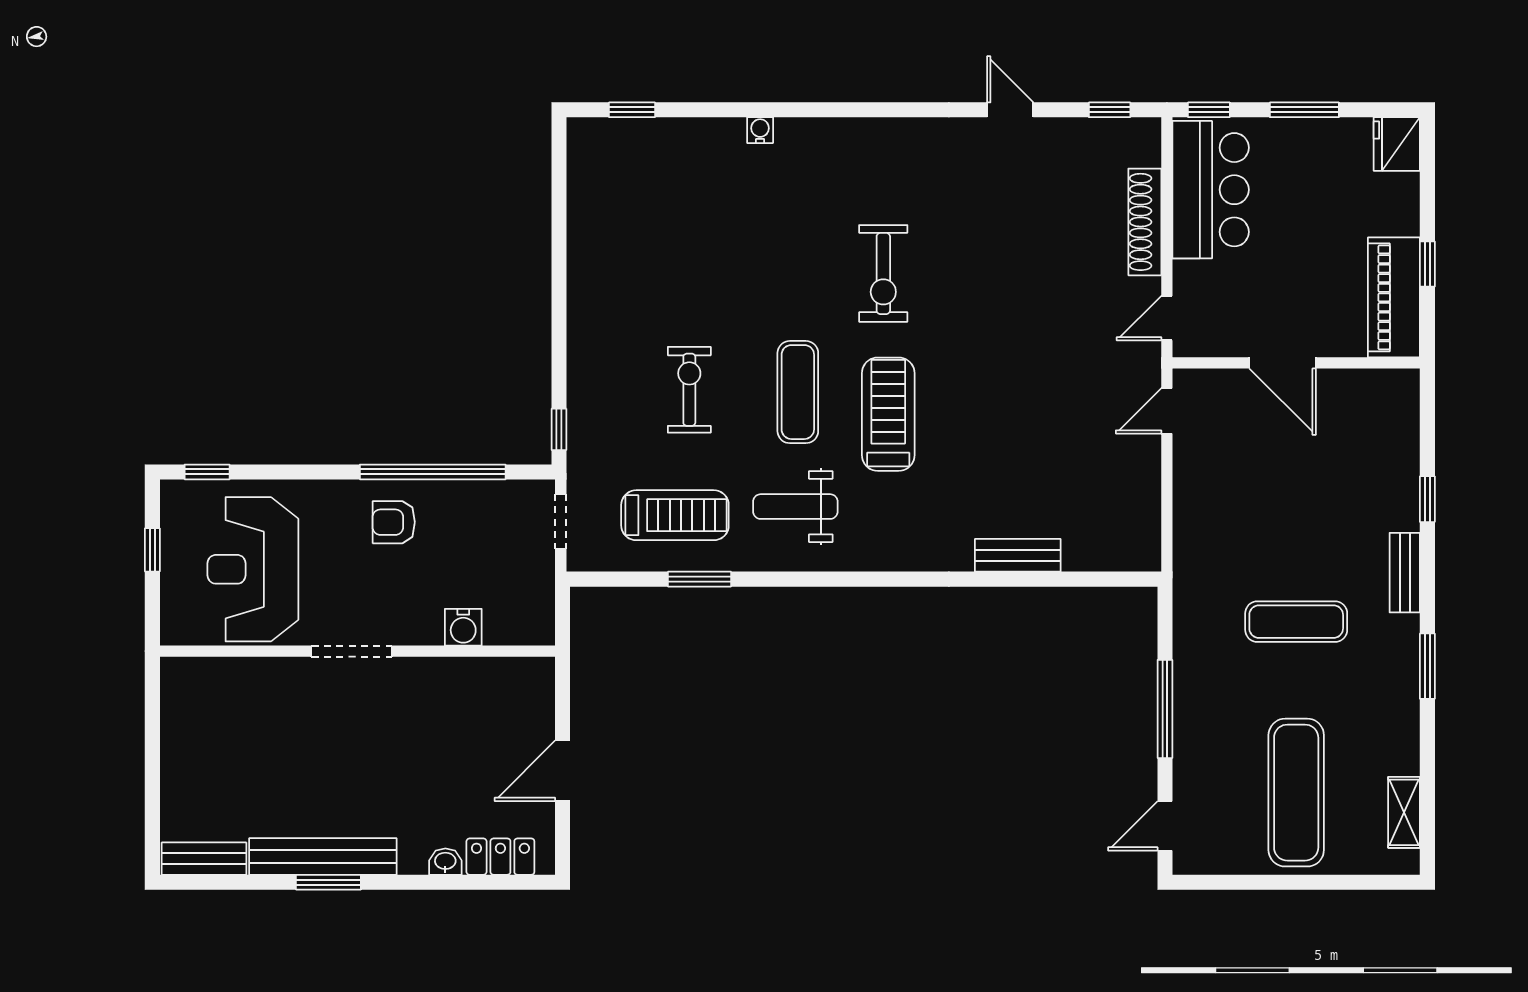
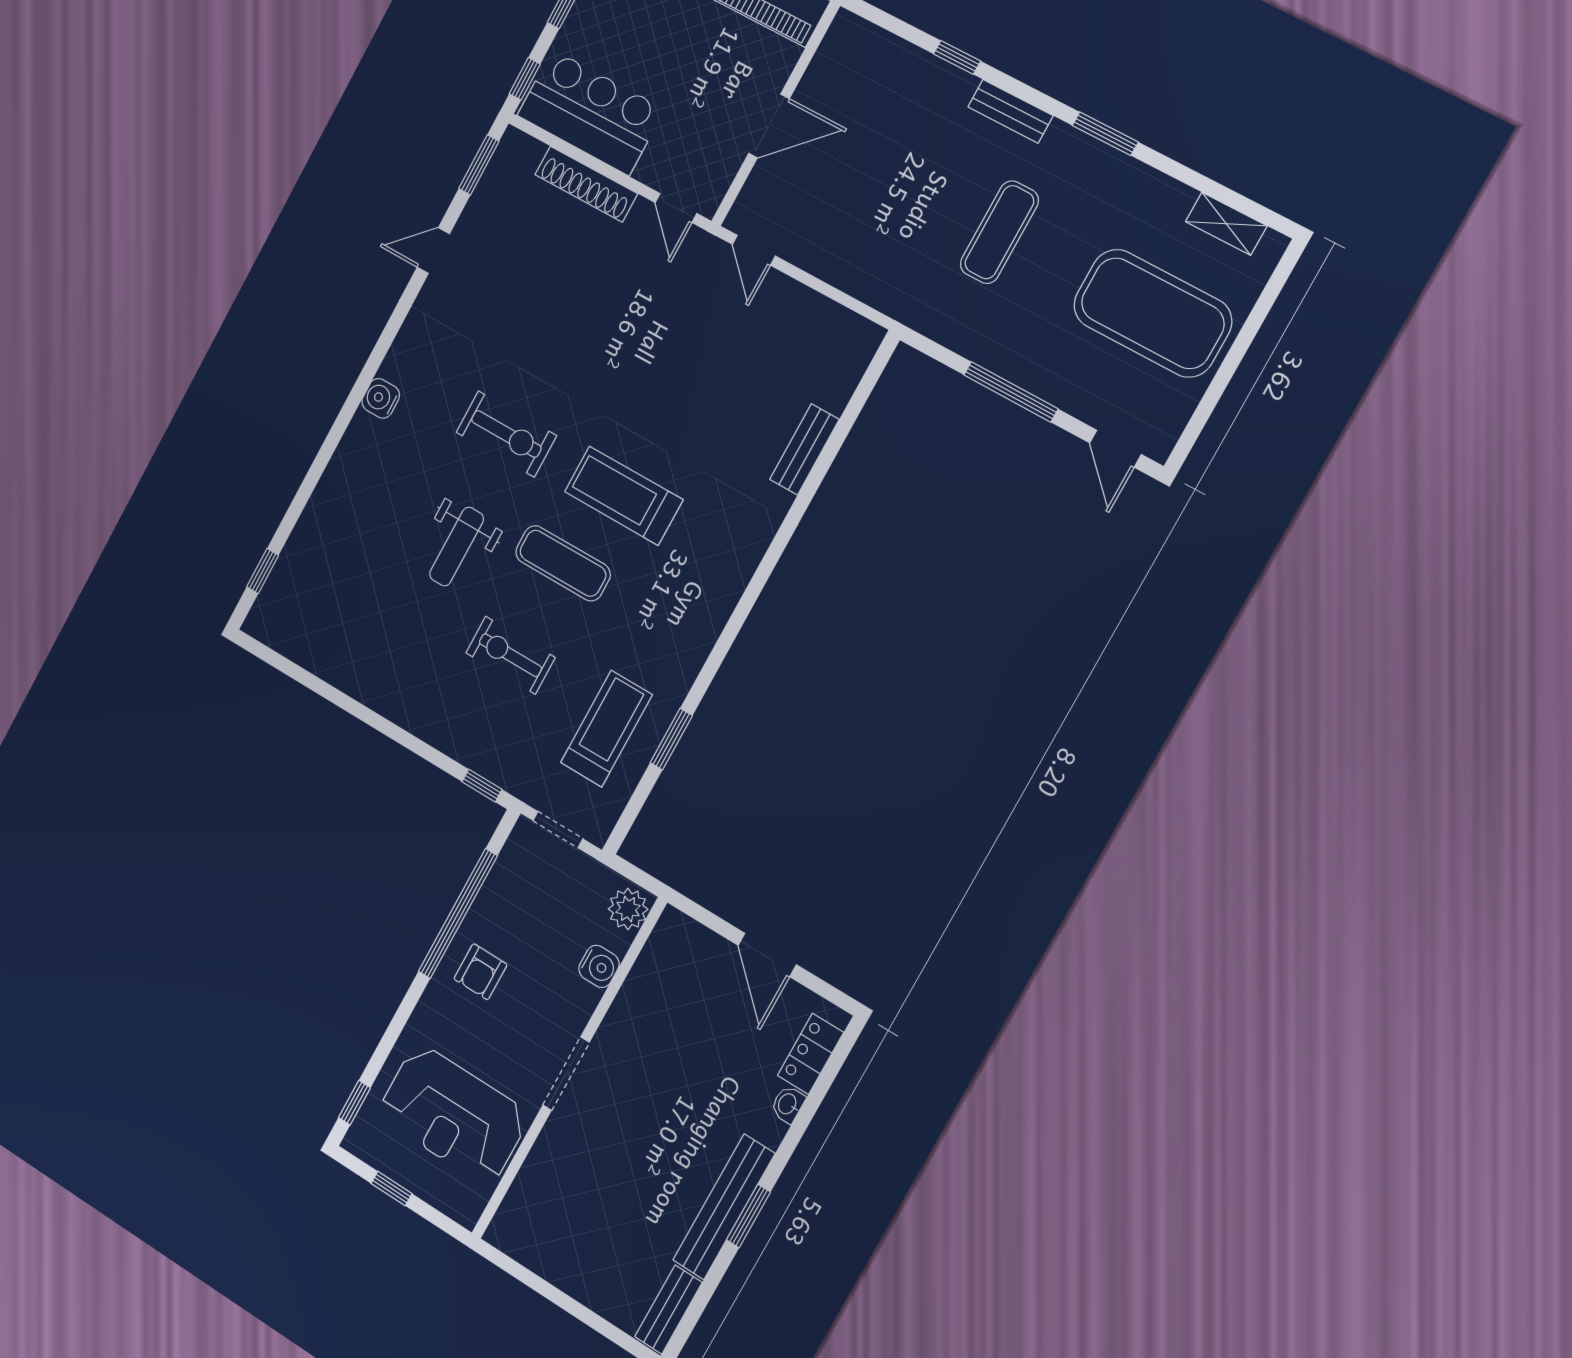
window: (1110, 110) -> (479, 165), width x1.50
water cooler: (760, 130) -> (381, 398), moved, width x1.38, depth x1.38
weight bench: (795, 507) -> (457, 547), moved
plant: (529, 625) -> (628, 909), added
exercise mat: (1296, 793) -> (1153, 313), width x1.47

